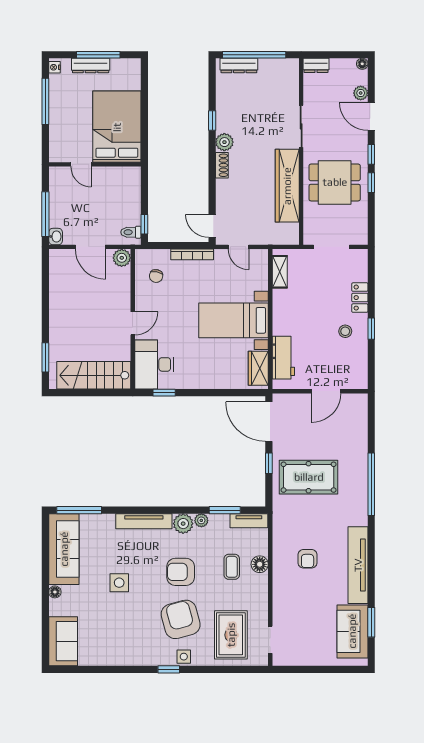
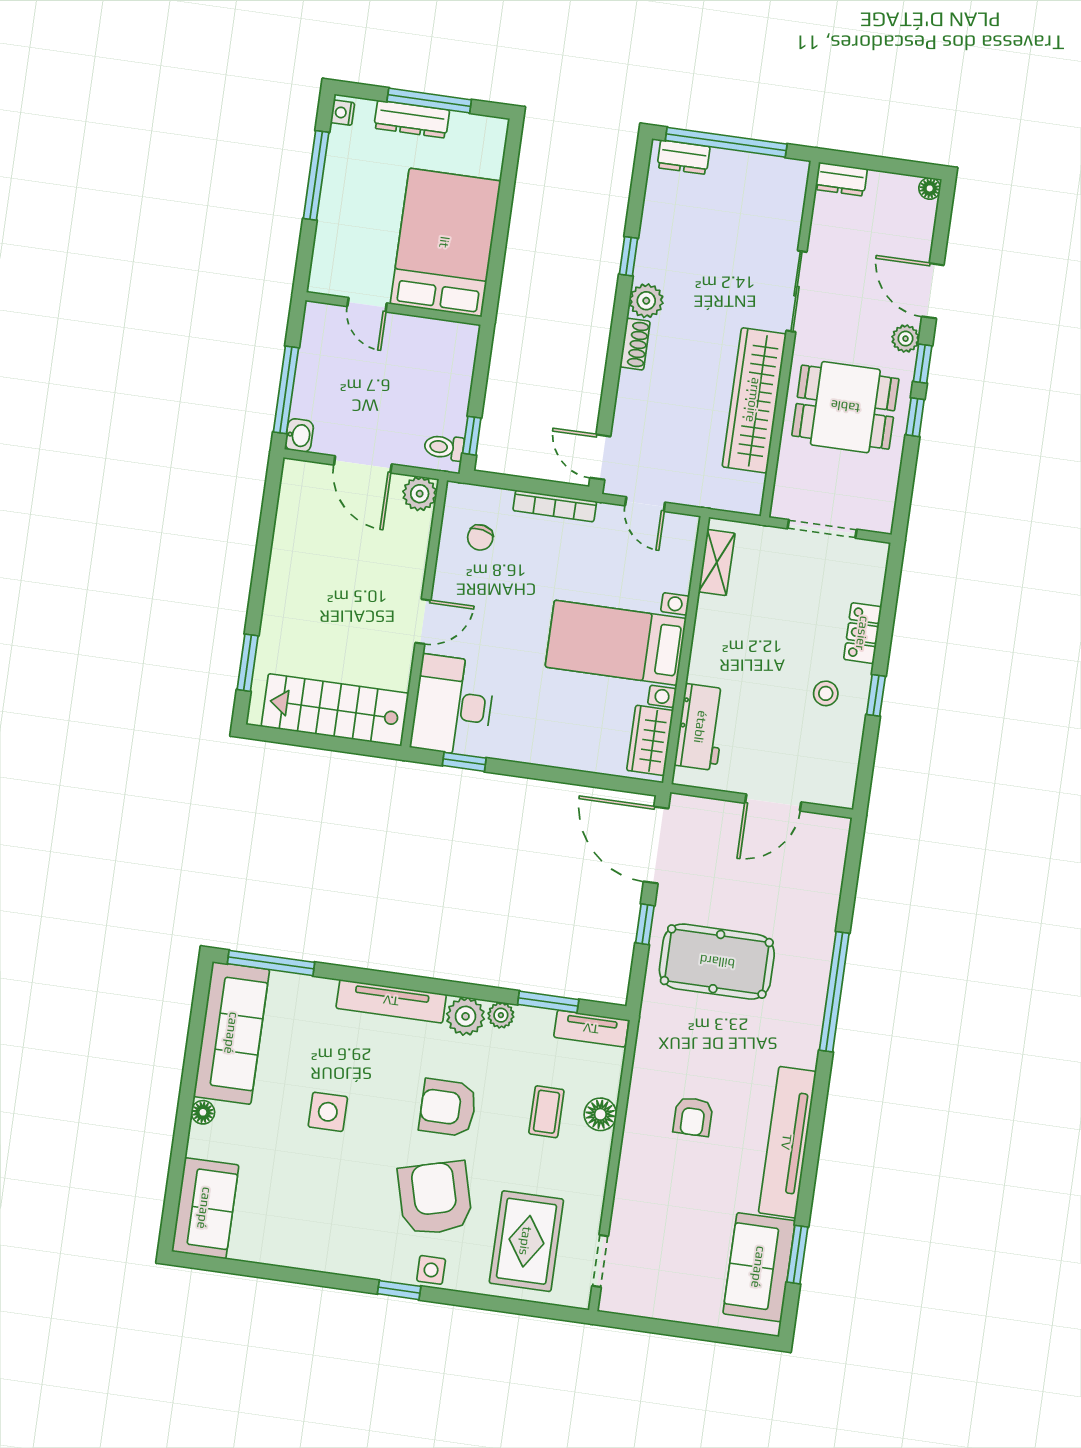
dresser: (239, 66) -> (684, 157), width x0.70
plant: (361, 93) -> (906, 339), moved

